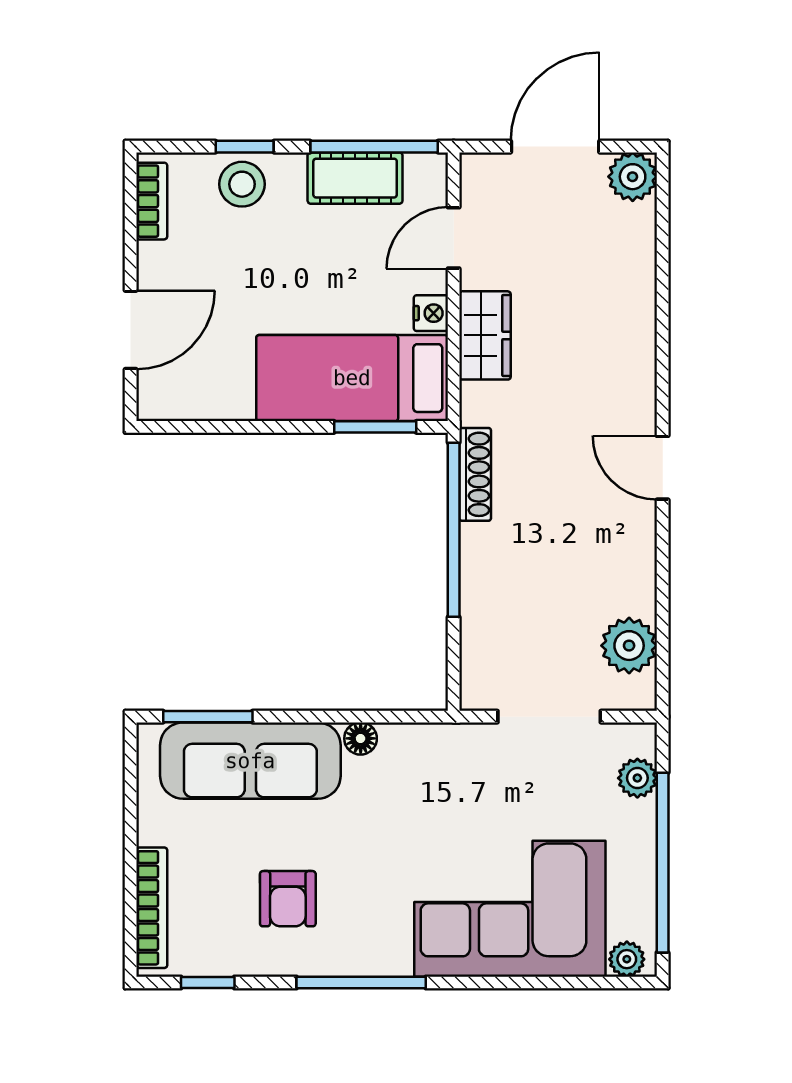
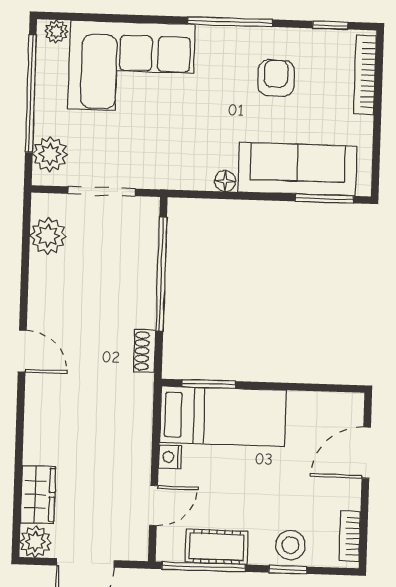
wardrobe: (485, 335) -> (38, 494), moved, turned 180
shoe rack: (475, 474) -> (145, 351), width x0.70
window: (454, 530) -> (161, 274), moved
plant: (637, 778) -> (50, 154), width x1.38, depth x1.38

